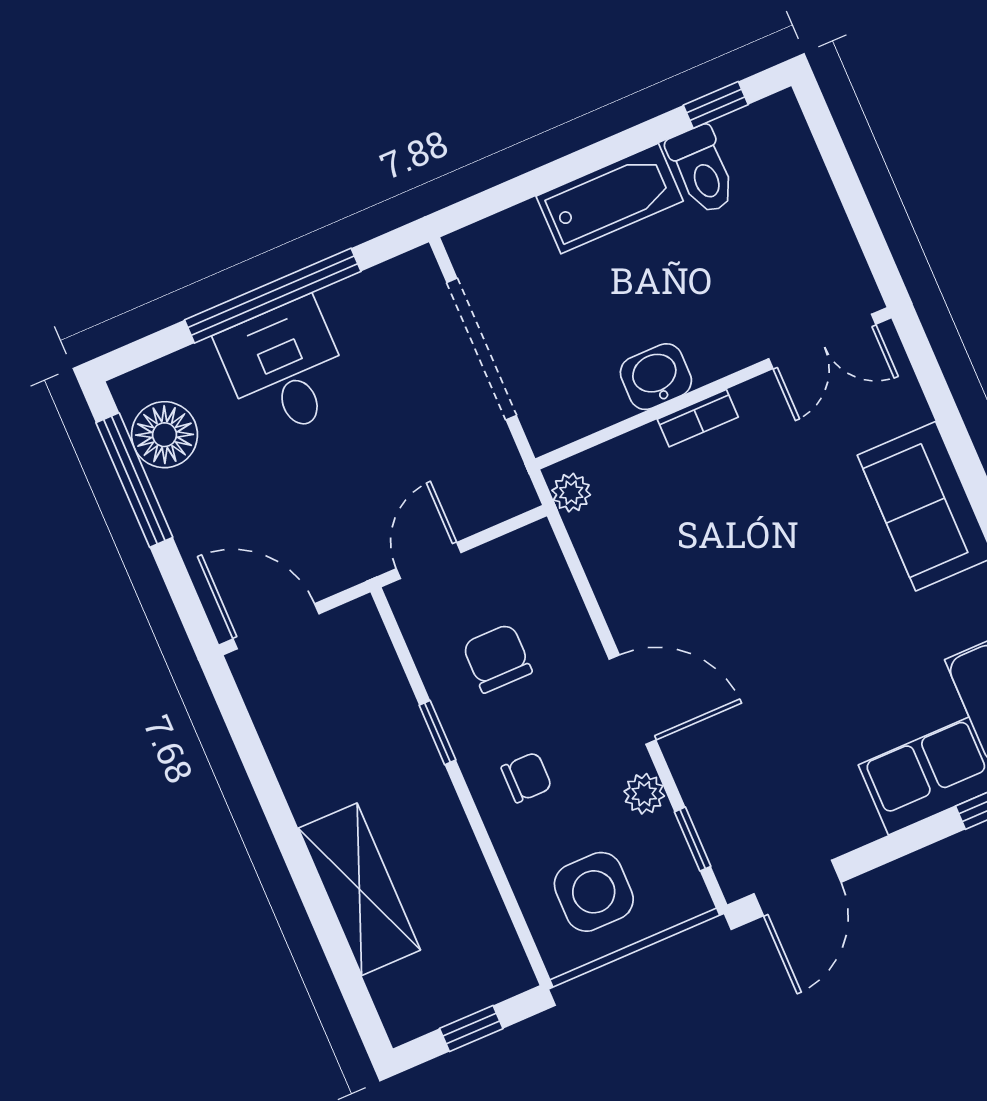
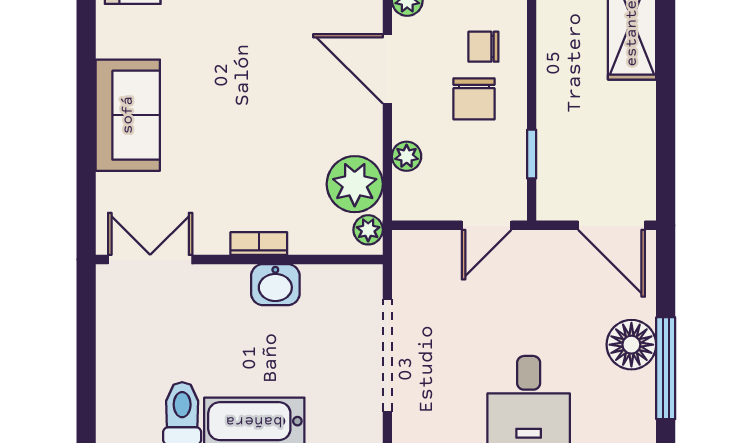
floor lamp: (164, 435) -> (631, 345), moved
plant: (612, 541) -> (355, 184), added
plant: (563, 603) -> (407, 156), added
chair: (497, 658) -> (474, 99), moved
window: (437, 733) -> (532, 154), moved

